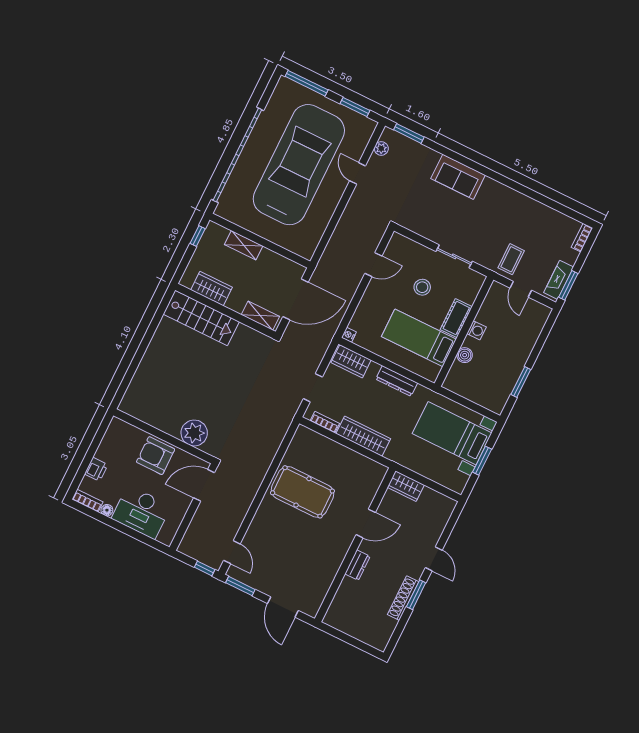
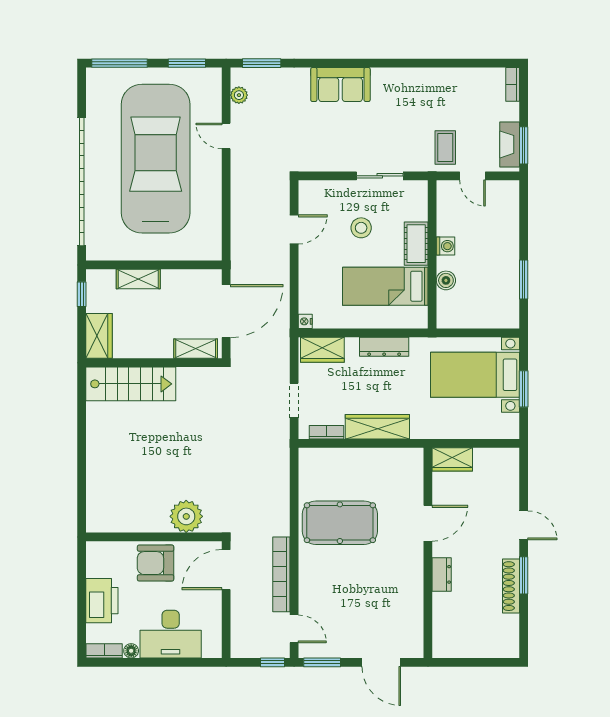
wardrobe: (212, 289) -> (99, 336), moved, turned 90
printer: (96, 469) -> (102, 601), width x1.87, depth x1.48
bookcase: (242, 508) -> (281, 574), added

